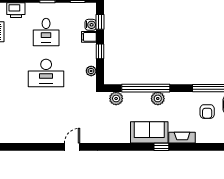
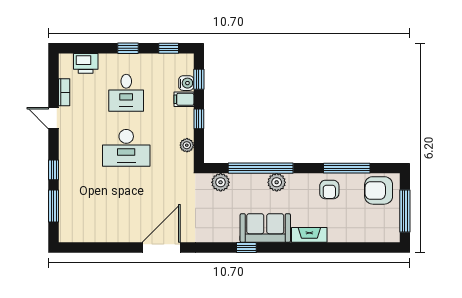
armchair: (207, 112) -> (329, 190), moved
door: (72, 147) -> (161, 248), width x1.88
window: (161, 147) -> (246, 248), moved

